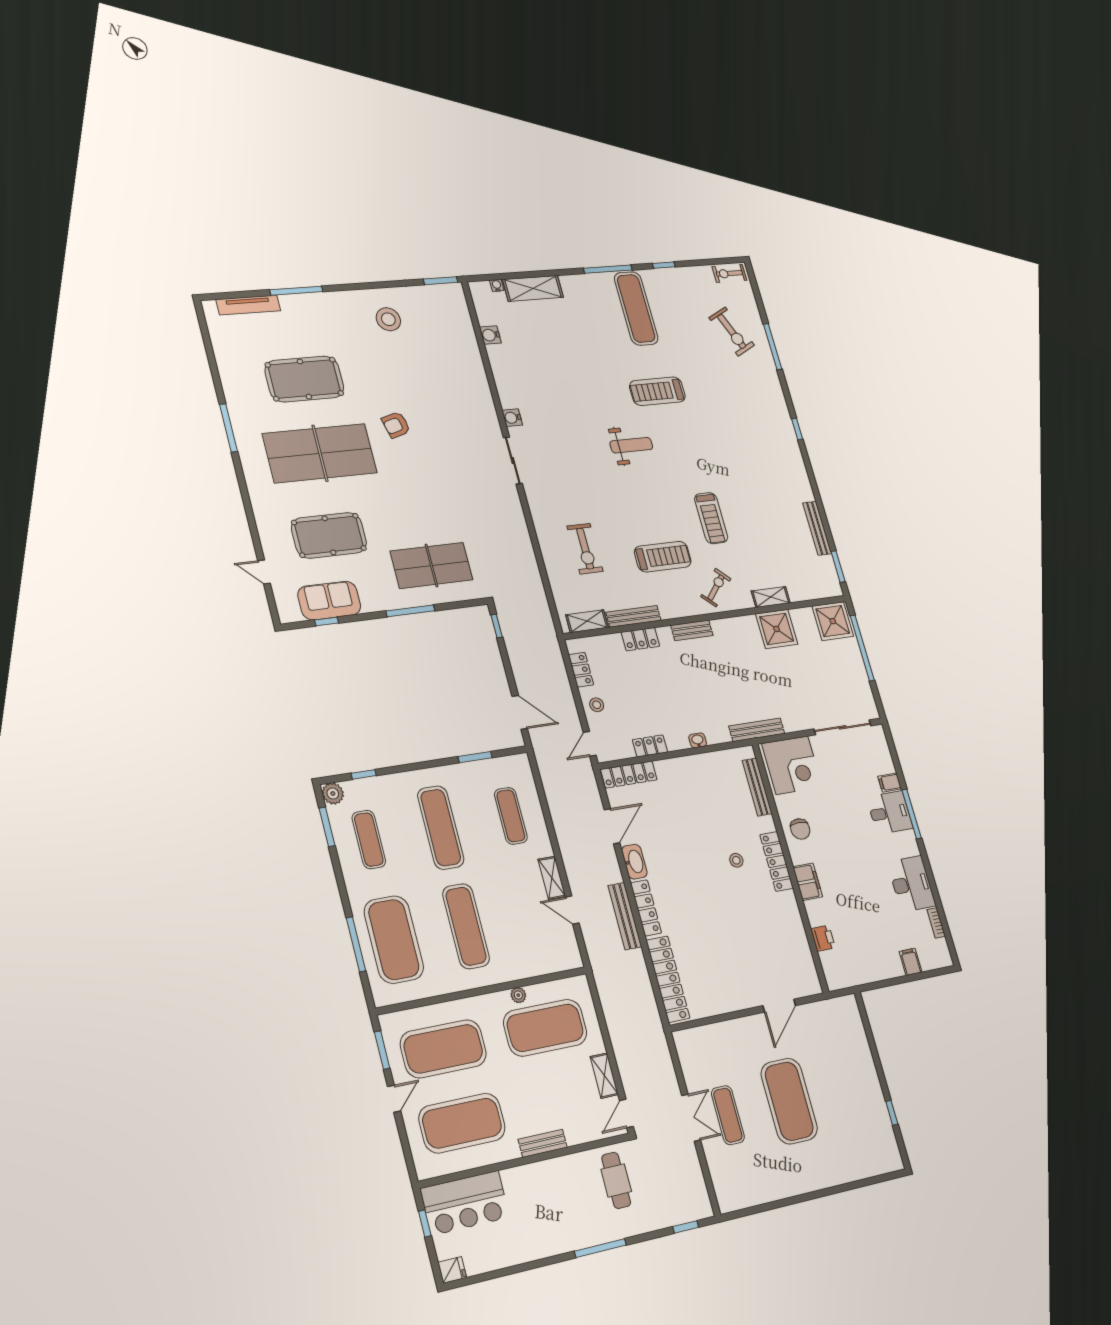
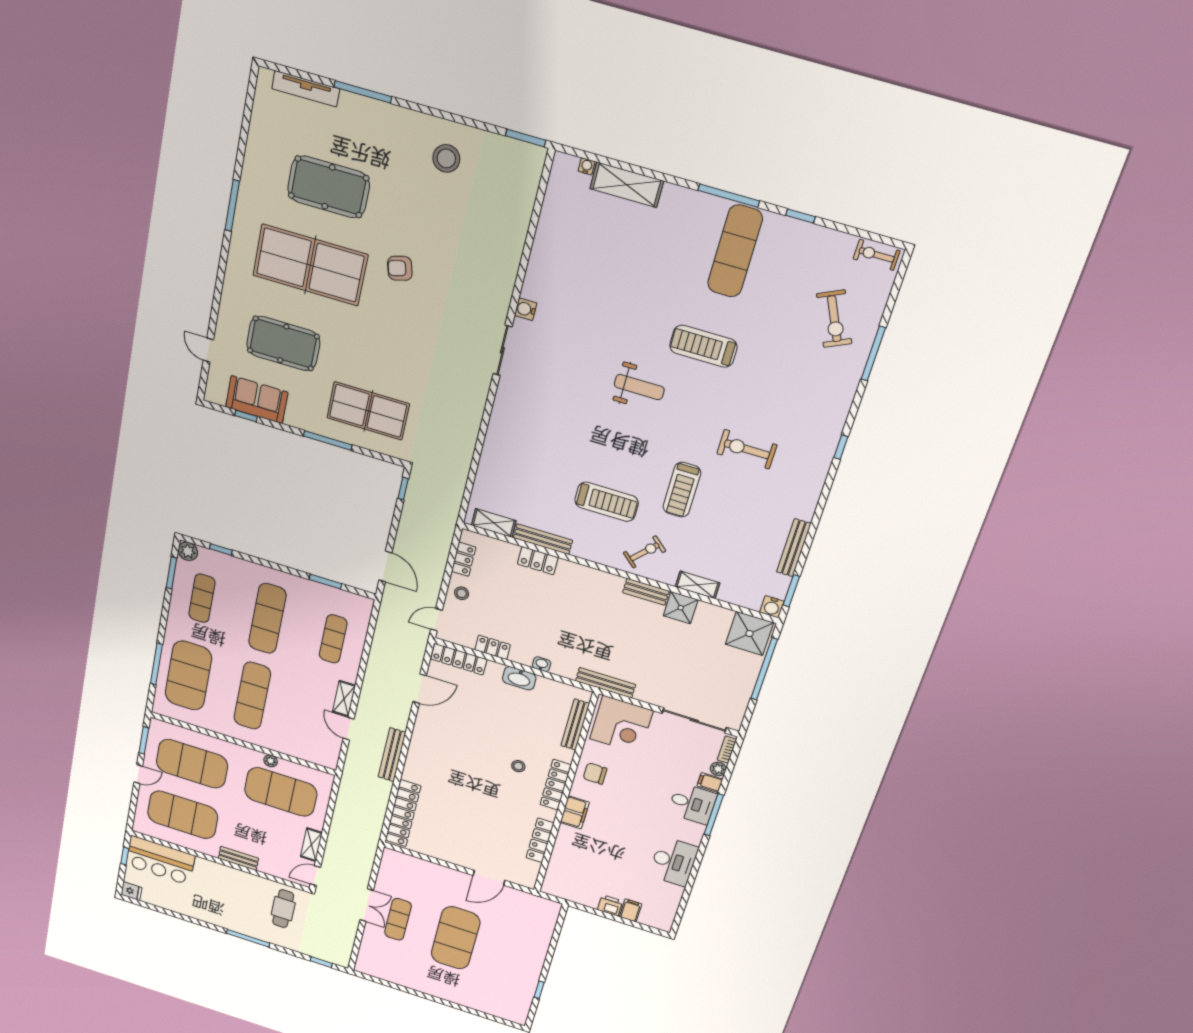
water cooler: (490, 335) -> (772, 607), moved, turned -90
exercise bike: (585, 549) -> (747, 449), moved, turned 90
shower: (777, 629) -> (681, 608), width x0.73, depth x0.73
bench: (692, 630) -> (646, 592), moved
plant: (887, 765) -> (718, 769), added
chair: (800, 829) -> (595, 774), turned 90
washbasin: (634, 862) -> (519, 678), moved, turned 90
locker: (646, 908) -> (540, 840), moved, turned 180
bookcase: (936, 923) -> (727, 750), moved
printer: (823, 938) -> (610, 905), moved, turned -90

